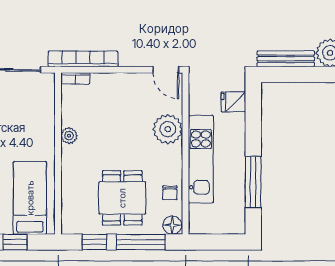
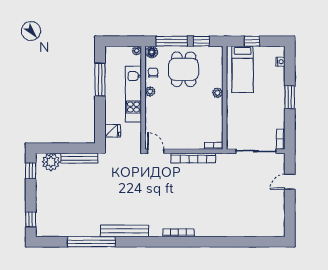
bookcase: (83, 59) -> (193, 158), moved
plant: (168, 129) -> (150, 92), moved, width x0.53, depth x0.53
plant: (69, 136) -> (218, 93), moved
plant: (196, 227) -> (137, 51), added

